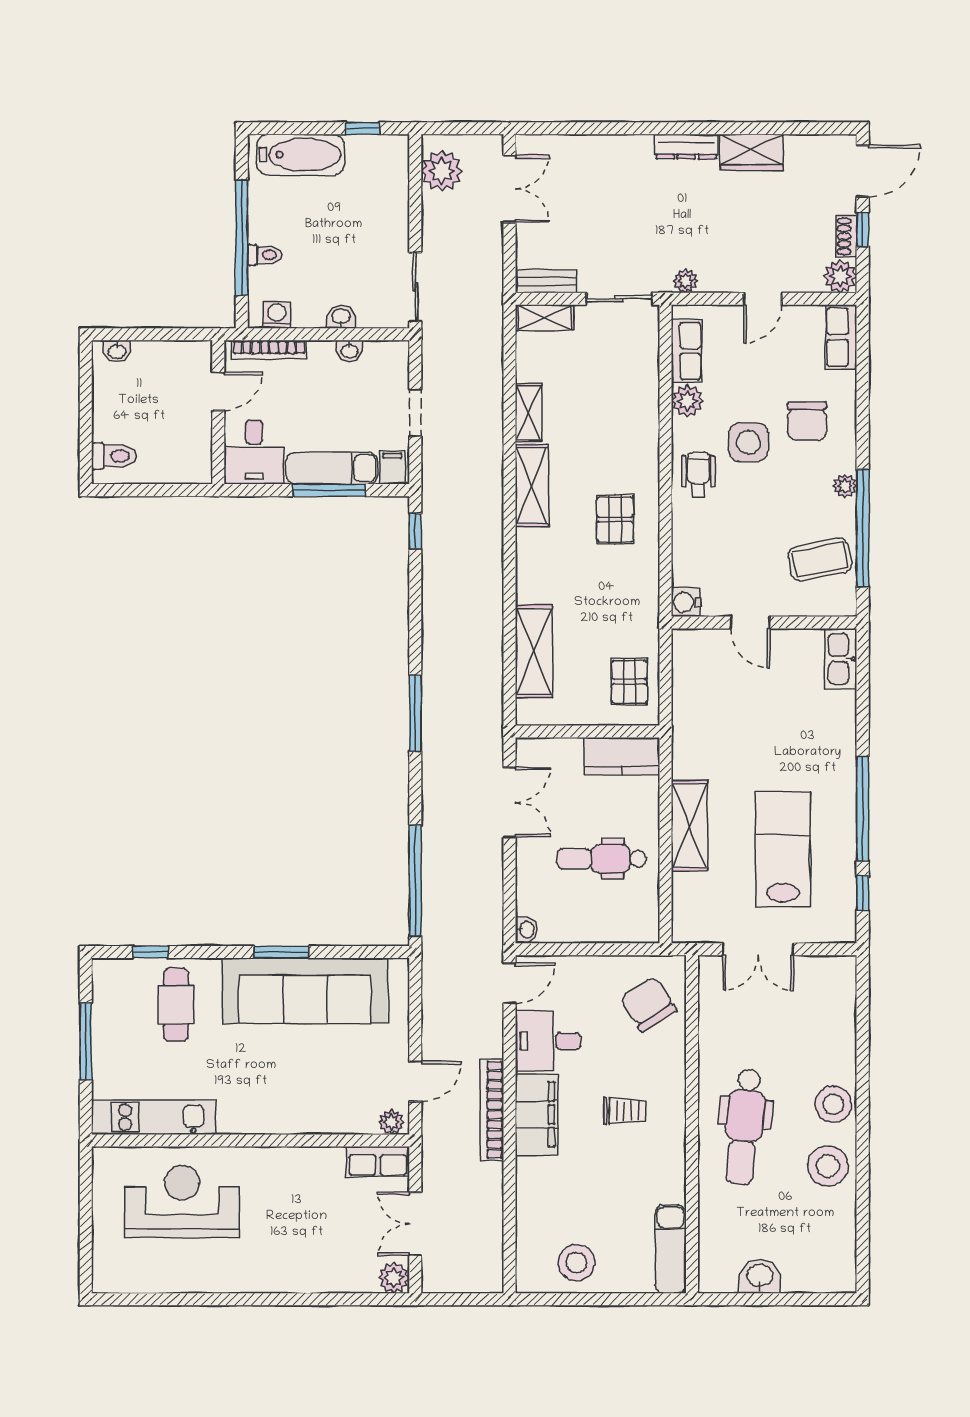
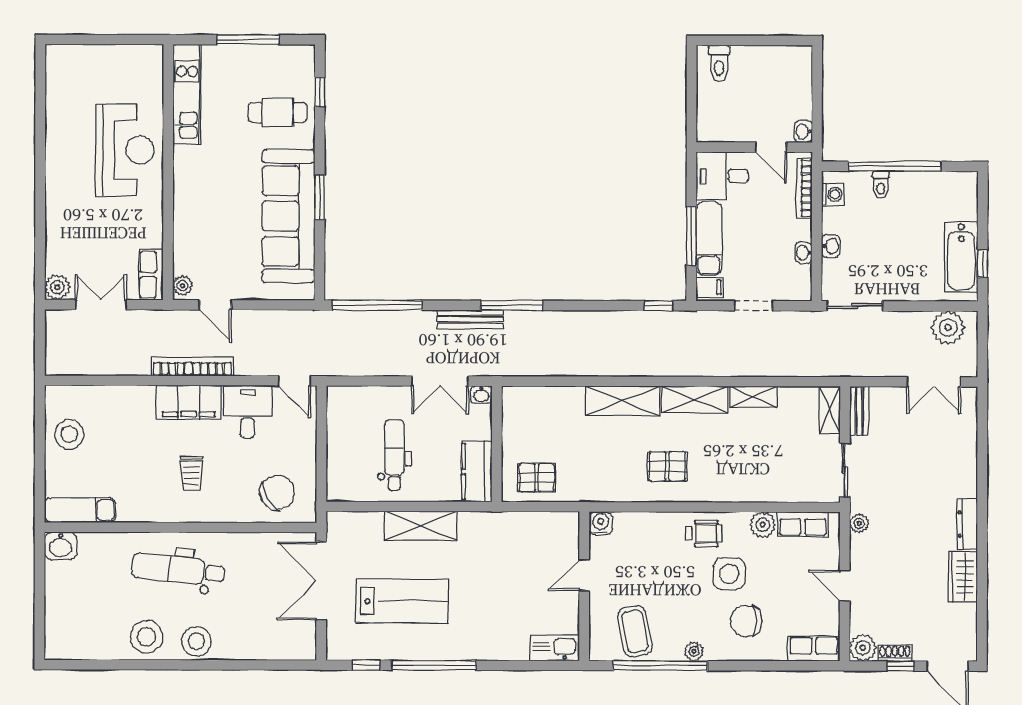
bathtub: (301, 155) -> (961, 257), moved
washbasin: (117, 351) -> (803, 131), moved
shelving: (534, 651) -> (623, 401), moved
bench: (433, 764) -> (470, 319), added
washbasin: (526, 930) -> (481, 395), moved
double door: (758, 949) -> (321, 581), width x1.37
reception desk: (182, 1201) -> (125, 150), moved
washbasin: (760, 1276) -> (61, 546), moved, turned 90

